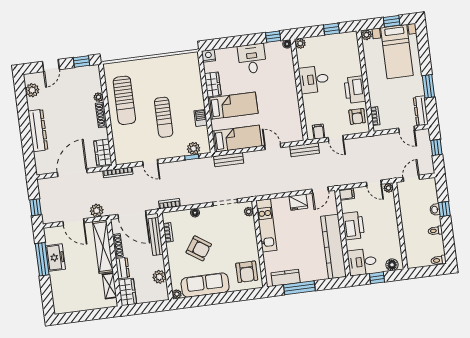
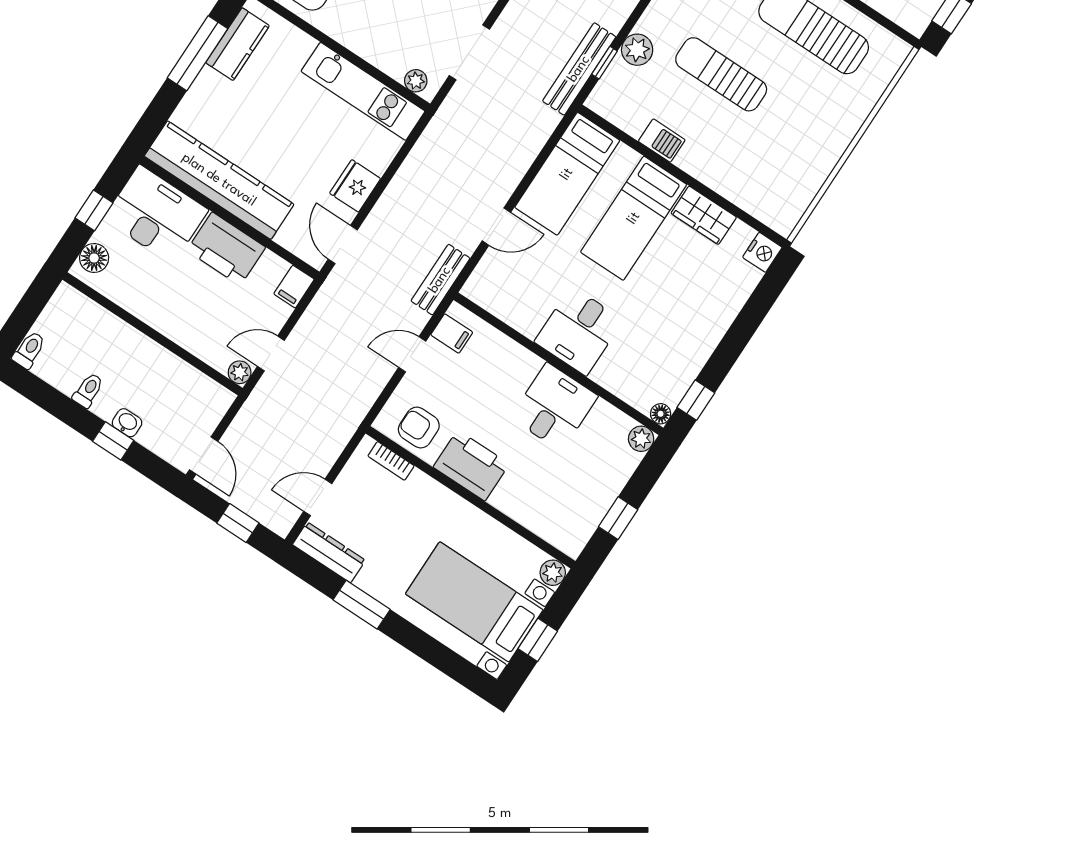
desk: (252, 59) -> (579, 331), moved, turned 90
plant: (194, 148) -> (637, 50), moved
bench: (229, 160) -> (579, 69), moved, width x1.36
door: (411, 178) -> (204, 456), moved
desk: (362, 262) -> (156, 214), width x1.37

